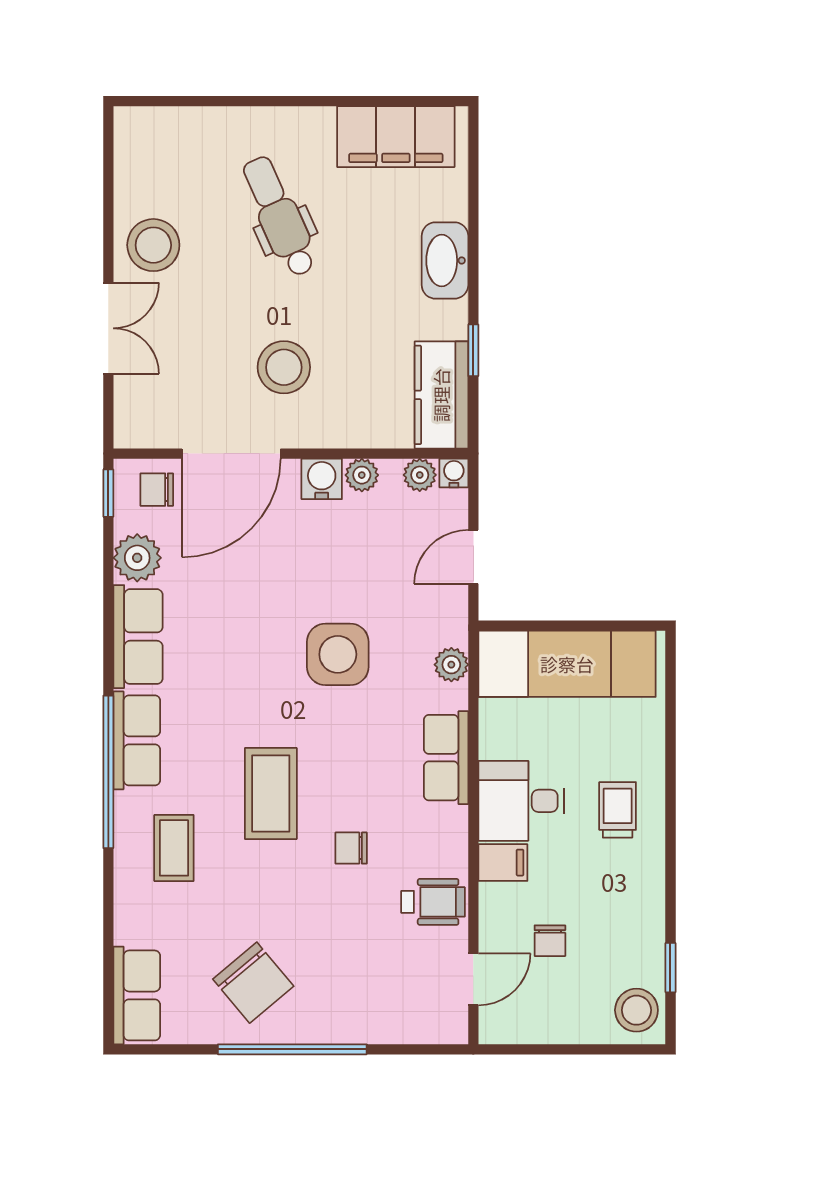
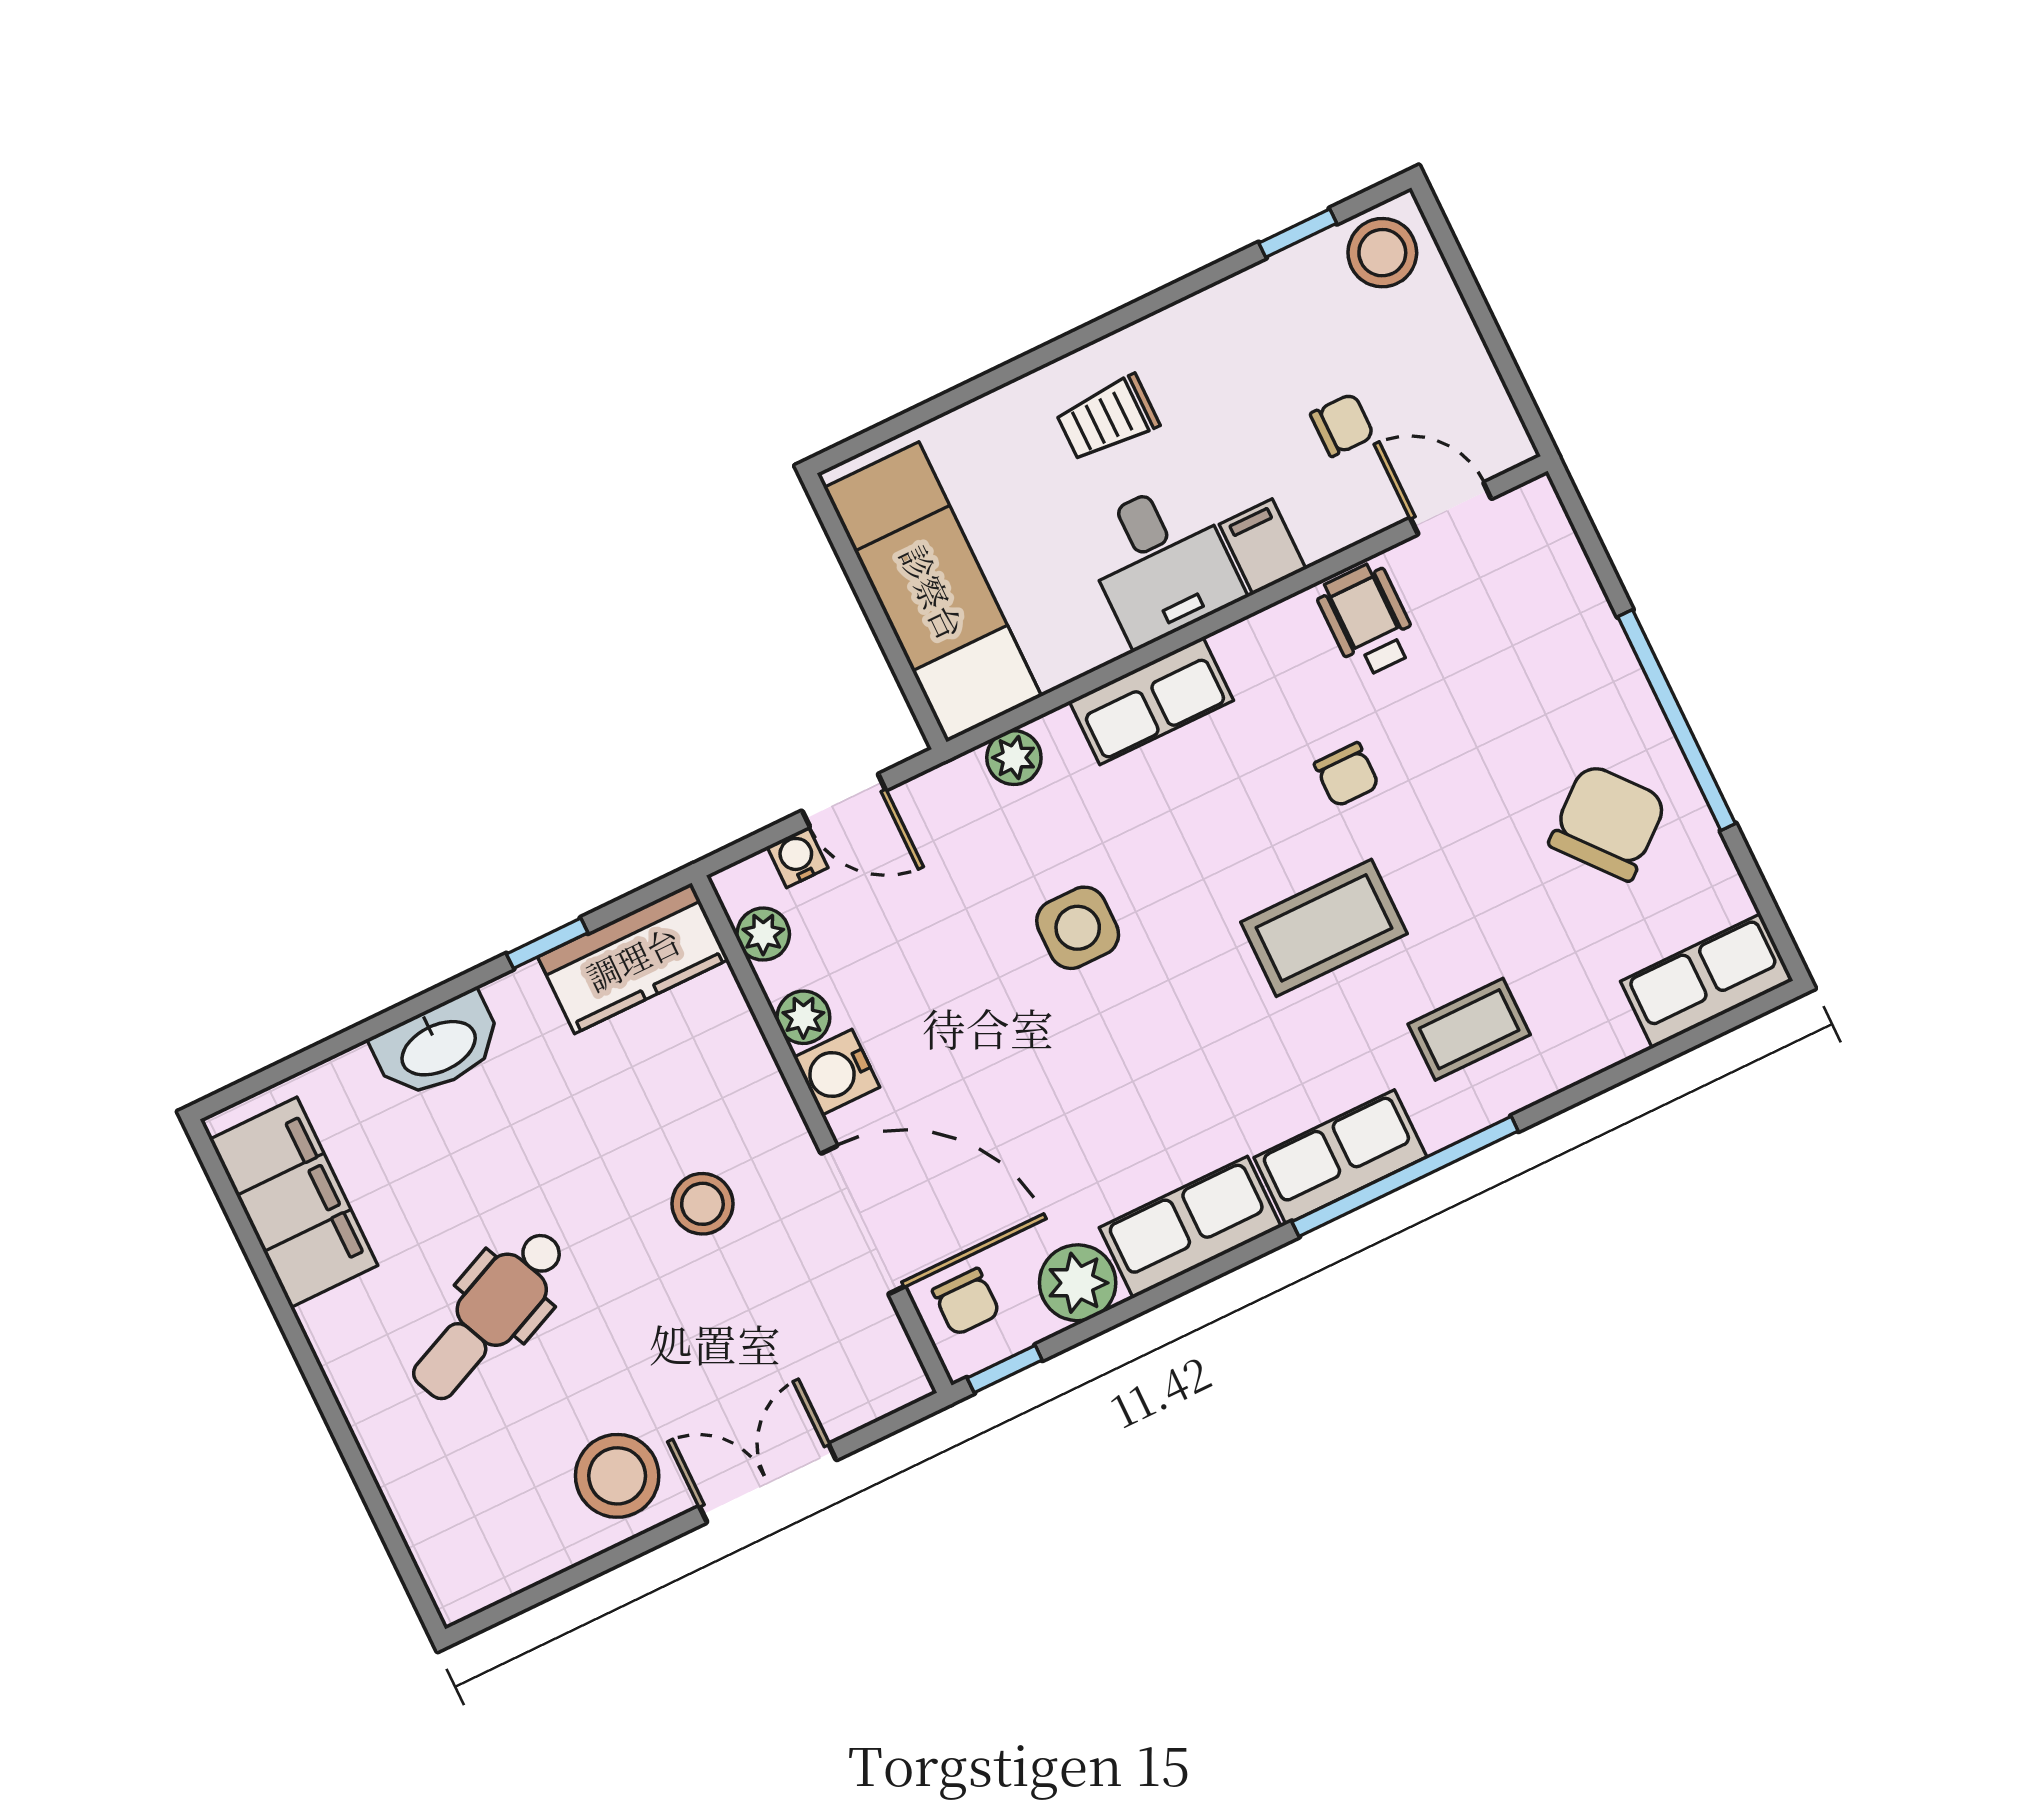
stool: (284, 367) -> (702, 1204), width x0.73, depth x0.73
water cooler: (454, 473) -> (797, 857), moved, turned 90
side table: (338, 654) -> (1078, 928), width x0.73, depth x0.73

